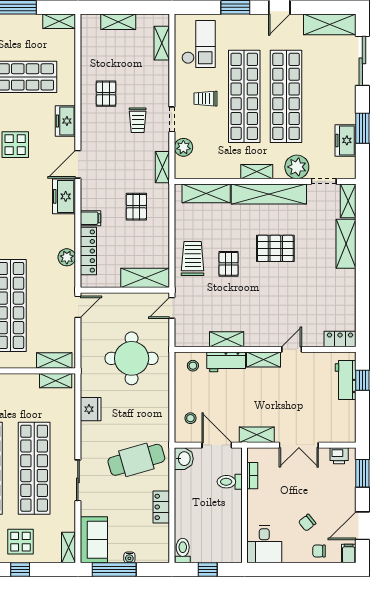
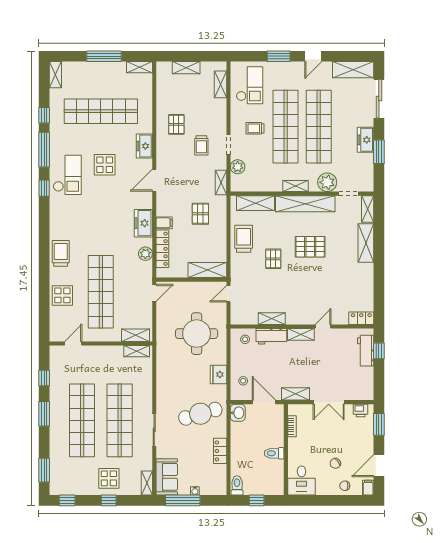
freezer: (345, 140) -> (366, 140), moved
freezer: (64, 196) -> (143, 223), moved
trolley: (193, 259) -> (244, 239), moved
fridge: (91, 409) -> (219, 375), moved, turned 180
toilet: (230, 482) -> (274, 453), moved

